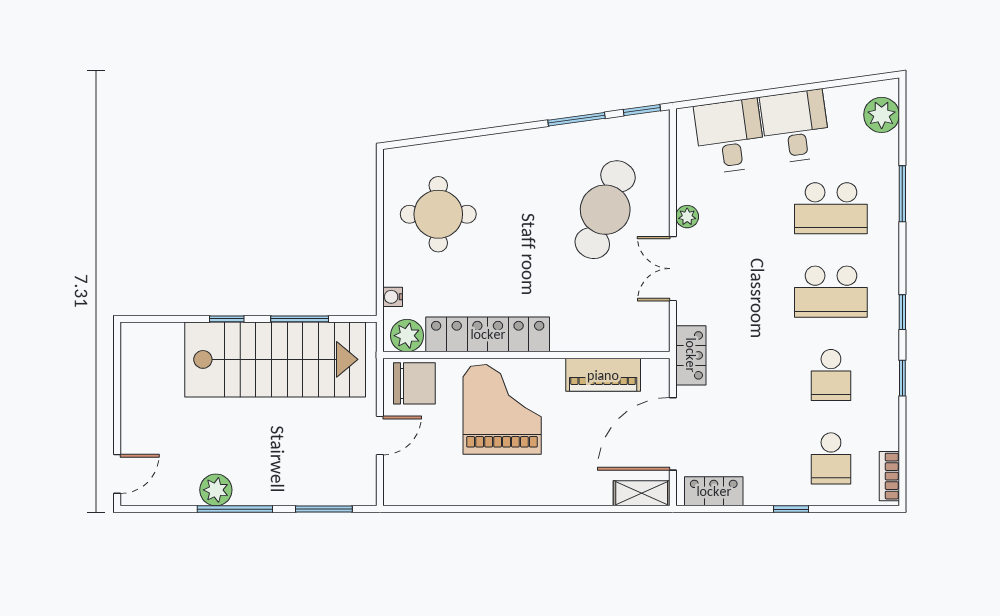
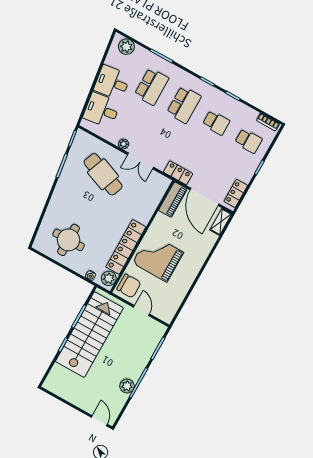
piano: (603, 375) -> (173, 200), moved
chair: (414, 383) -> (129, 286), turned 90

